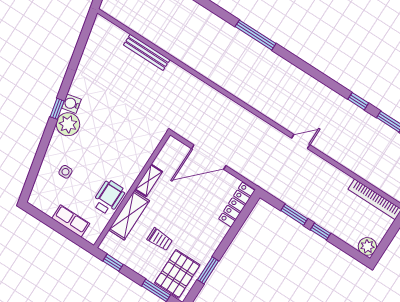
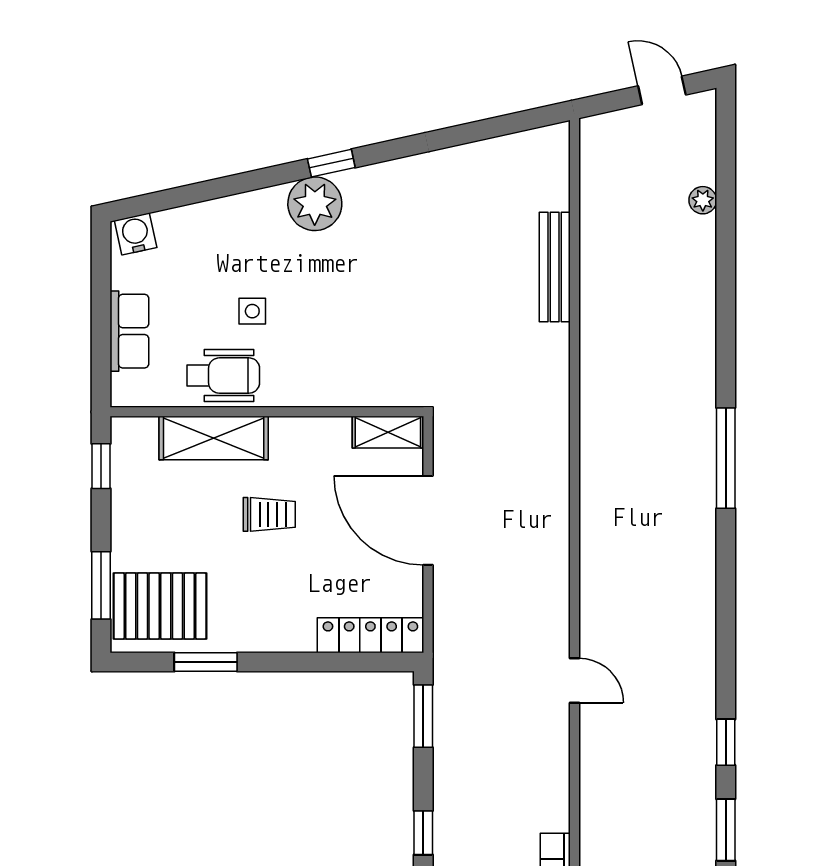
water cooler: (71, 104) -> (136, 234), moved
side table: (65, 172) -> (252, 311), moved
shelving: (149, 180) -> (388, 432), moved
window: (294, 215) -> (423, 716), moved
trolley: (160, 239) -> (269, 514), moved, turned -90

